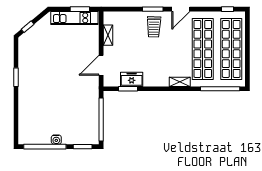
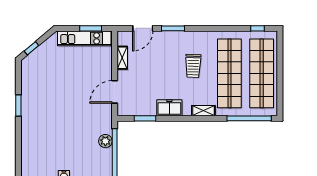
door: (181, 9) -> (143, 28), moved
trolley: (154, 27) -> (193, 66), moved
freezer: (132, 79) -> (169, 108), moved
plant: (93, 109) -> (105, 141), added

